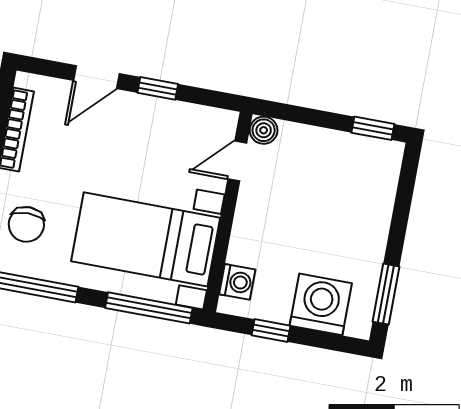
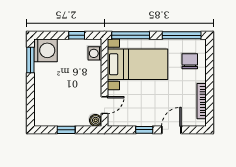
window: (373, 128) -> (66, 130), moved
washing machine: (321, 304) -> (45, 50), moved, turned -90

